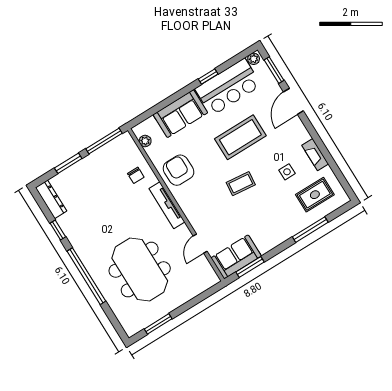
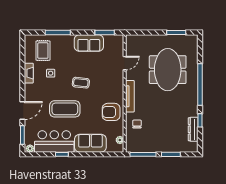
armchair: (179, 170) -> (111, 112), turned 90
rug: (315, 195) -> (43, 51), turned 90
dresser: (51, 199) -> (193, 129), moved
sofa: (236, 257) -> (89, 43), moved

